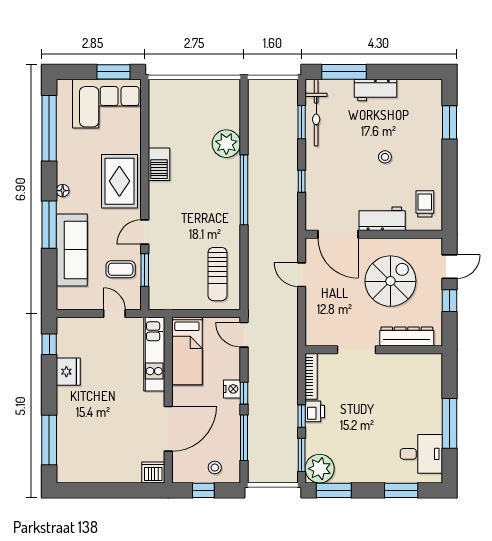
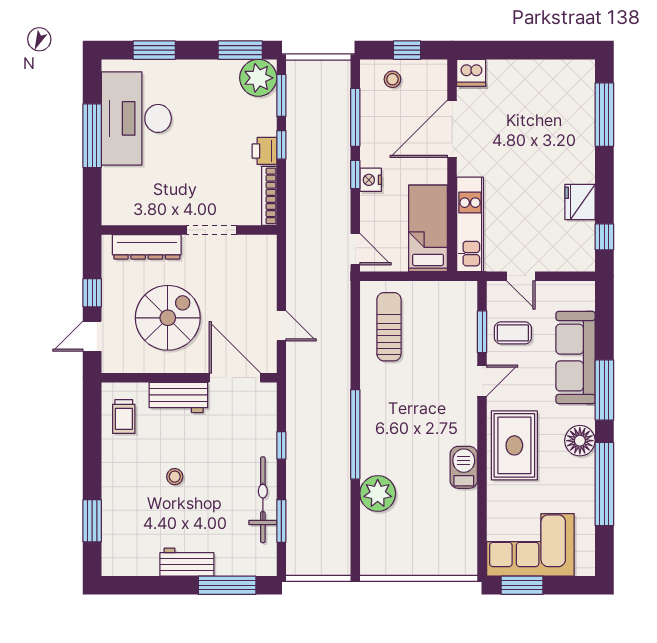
bicycle: (316, 113) -> (263, 500), moved
window: (49, 128) -> (604, 484), moved
floor lamp: (63, 191) -> (580, 441), width x1.89, depth x1.89
spiral stairs: (390, 281) -> (168, 318), turned 180
desk: (421, 454) -> (136, 118), width x1.87, depth x1.30

